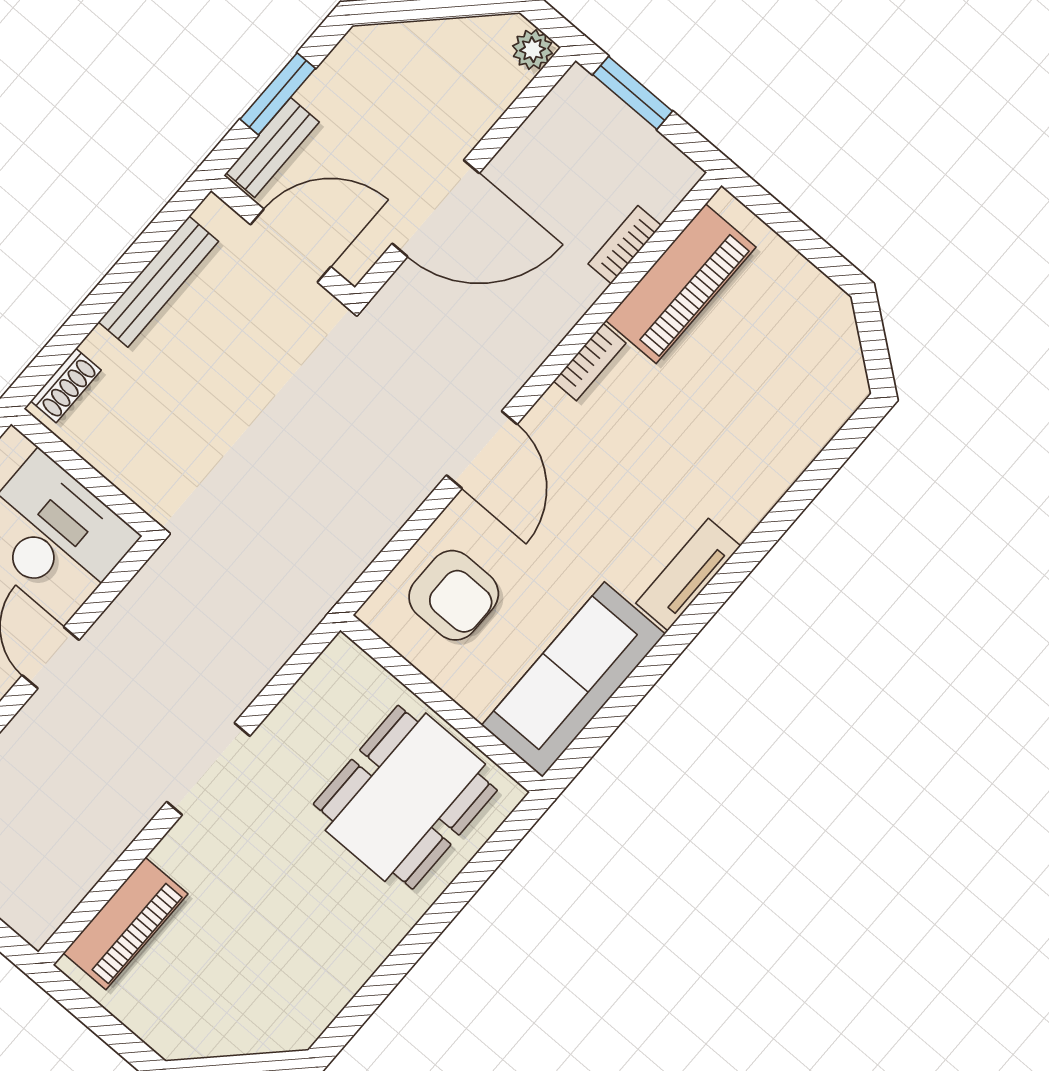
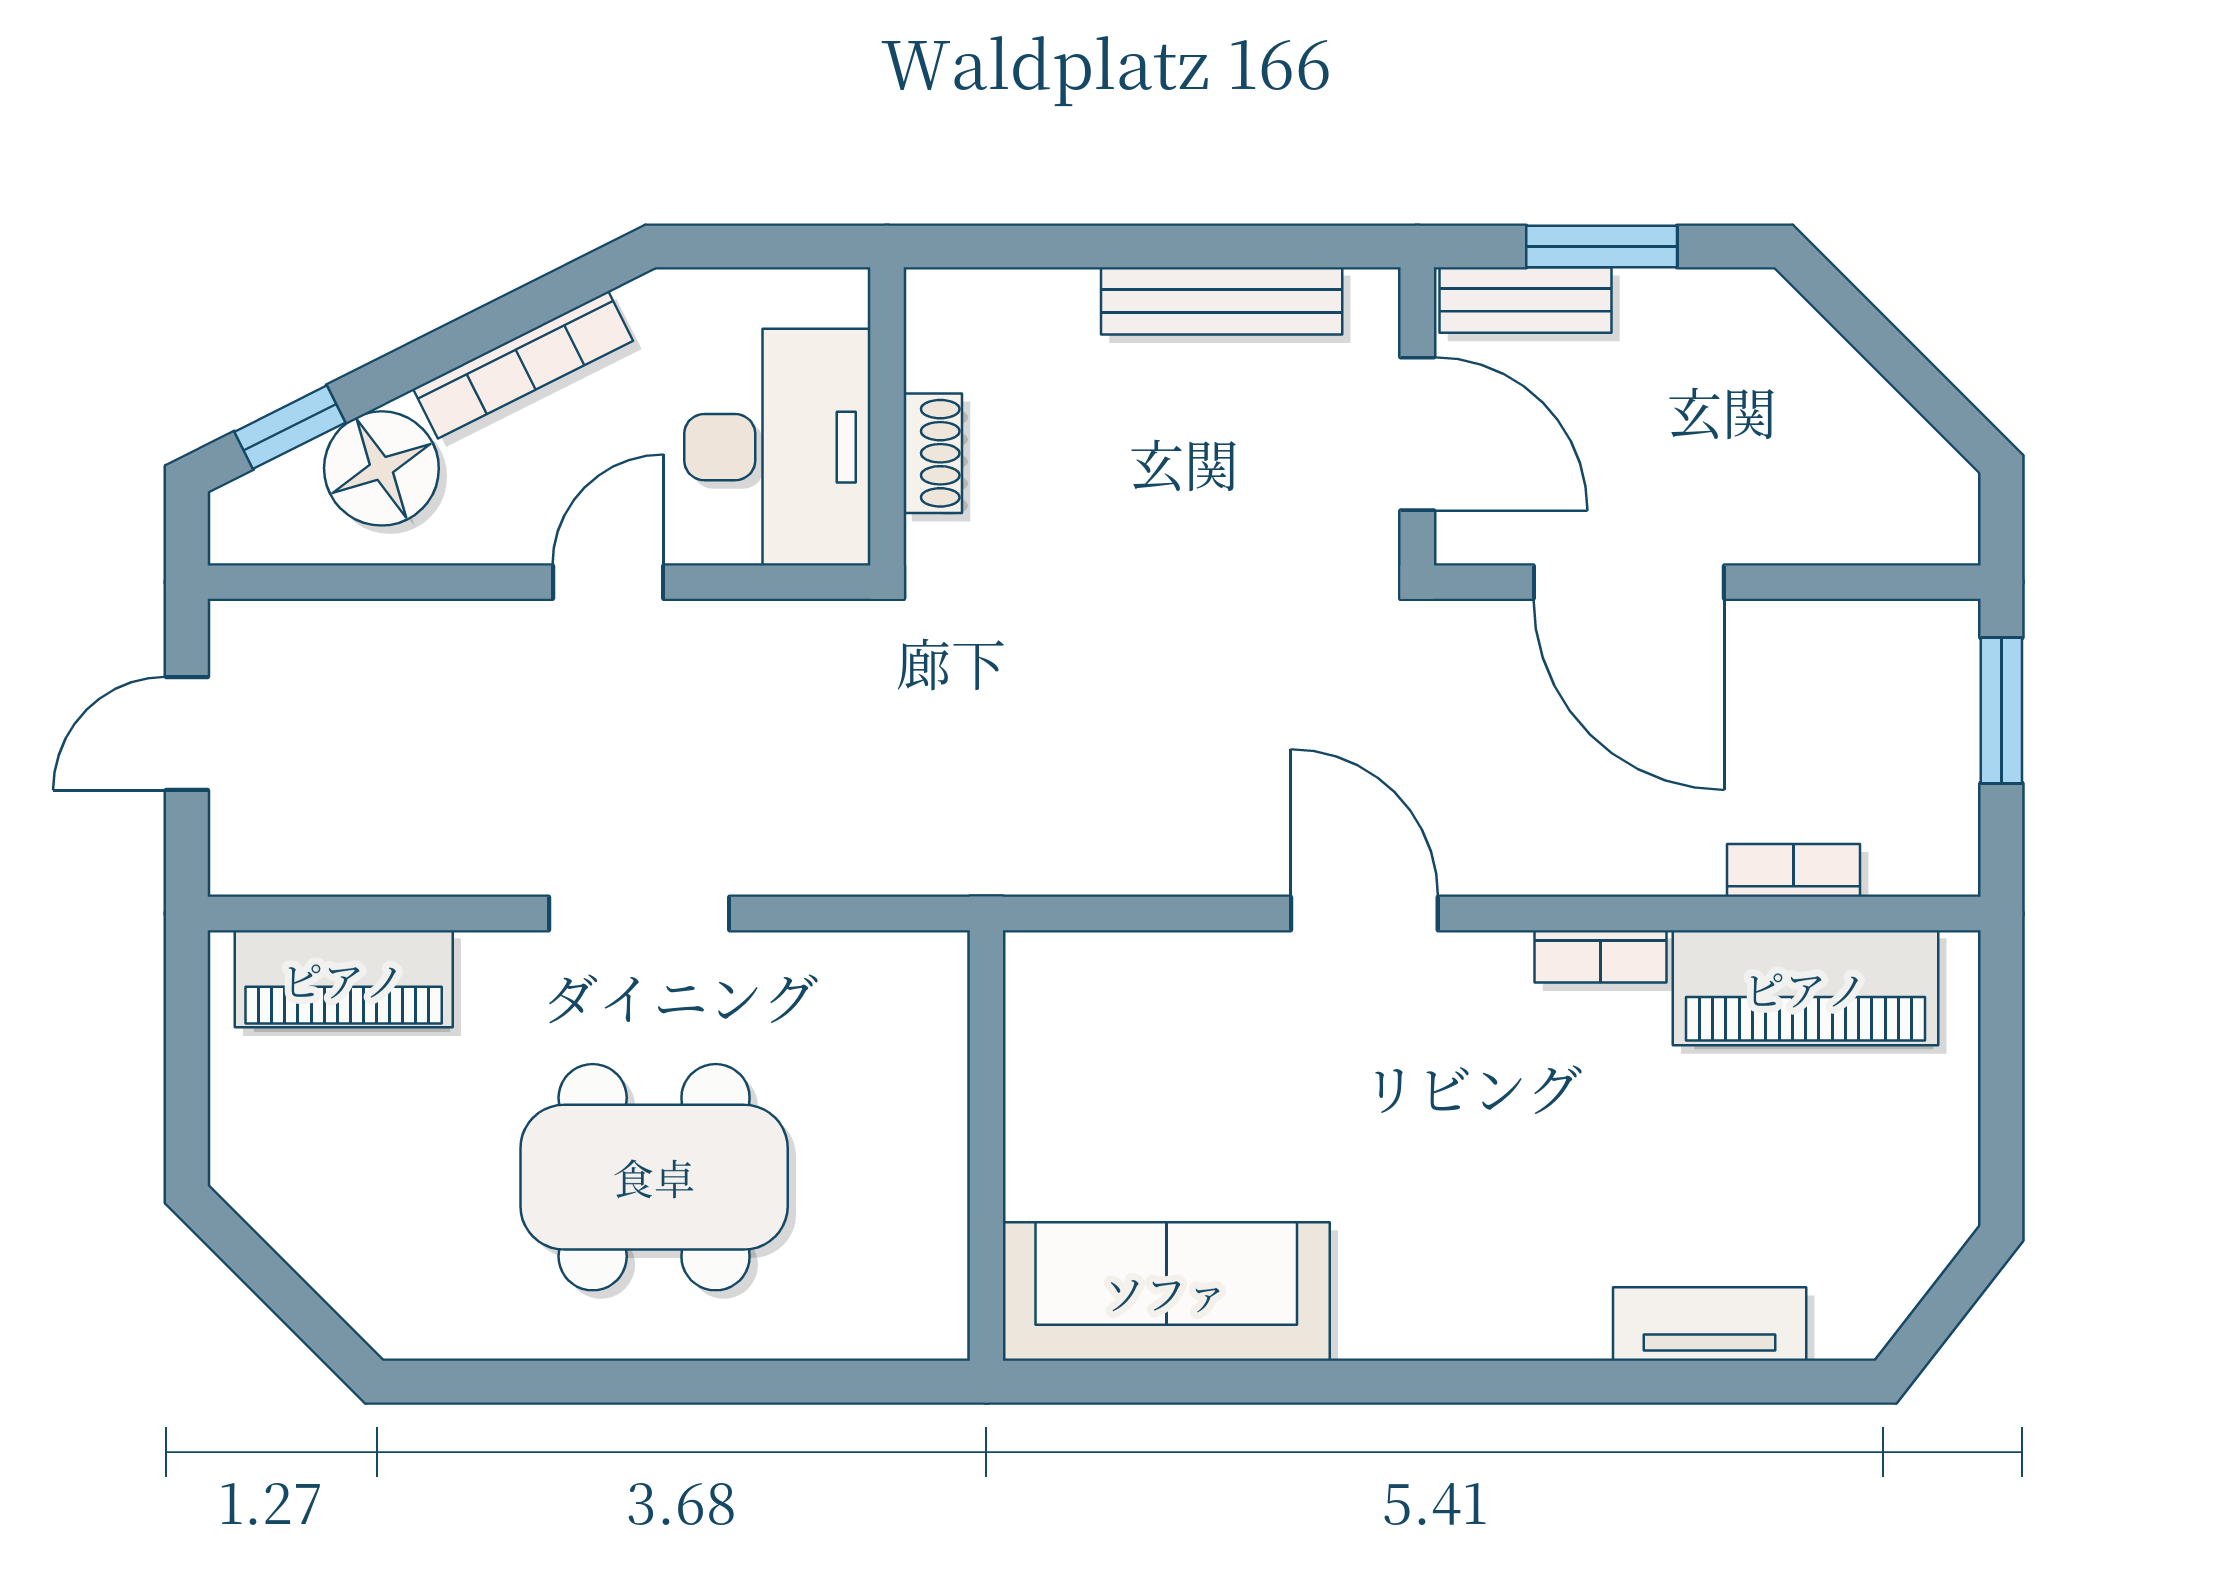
plant: (533, 50) -> (1946, 531), removed
shoe rack: (66, 385) -> (933, 453), moved, turned -90
door: (482, 450) -> (1364, 913), swing flipped
tv unit: (688, 575) -> (1710, 1324), moved
armchair: (454, 595) -> (1142, 1040), removed
dining table: (405, 797) -> (654, 1177), moved

